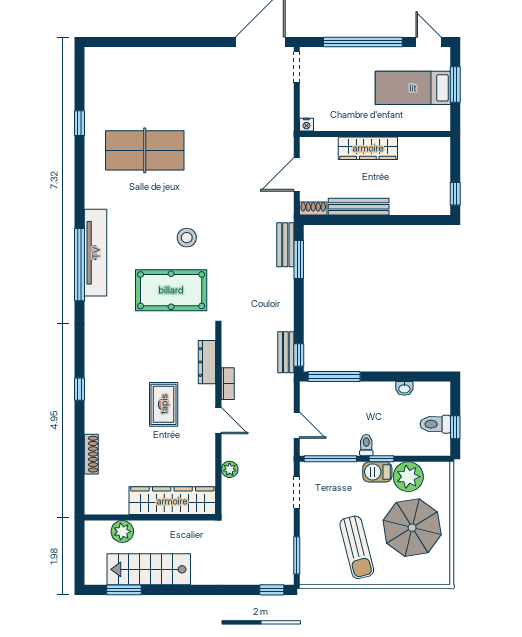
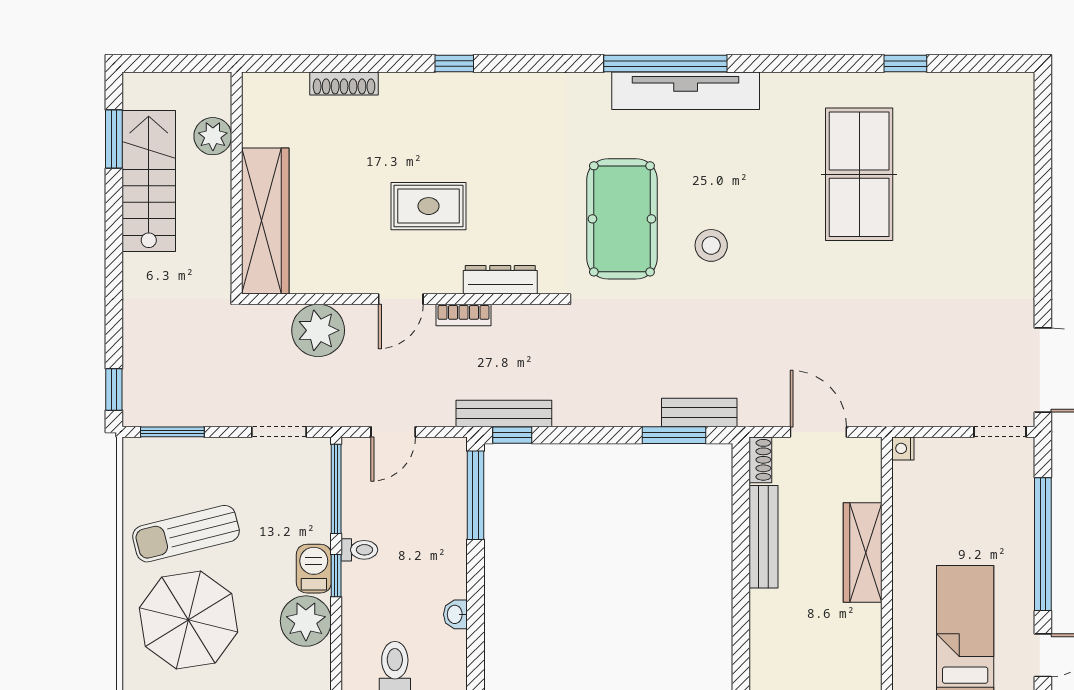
bench: (286, 352) -> (504, 413), width x1.36
plant: (230, 469) -> (318, 330), width x1.88, depth x1.88
parasol: (412, 528) -> (188, 620), moved

